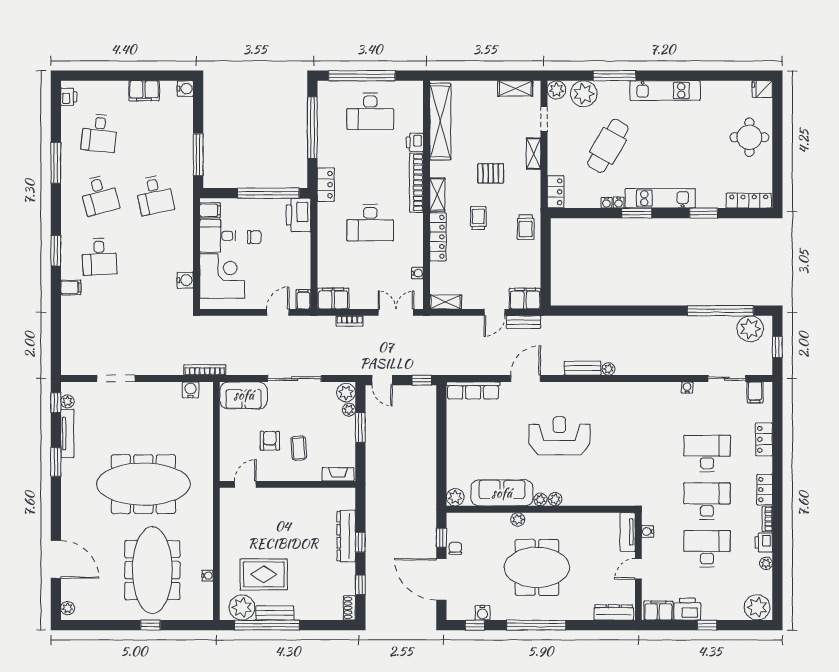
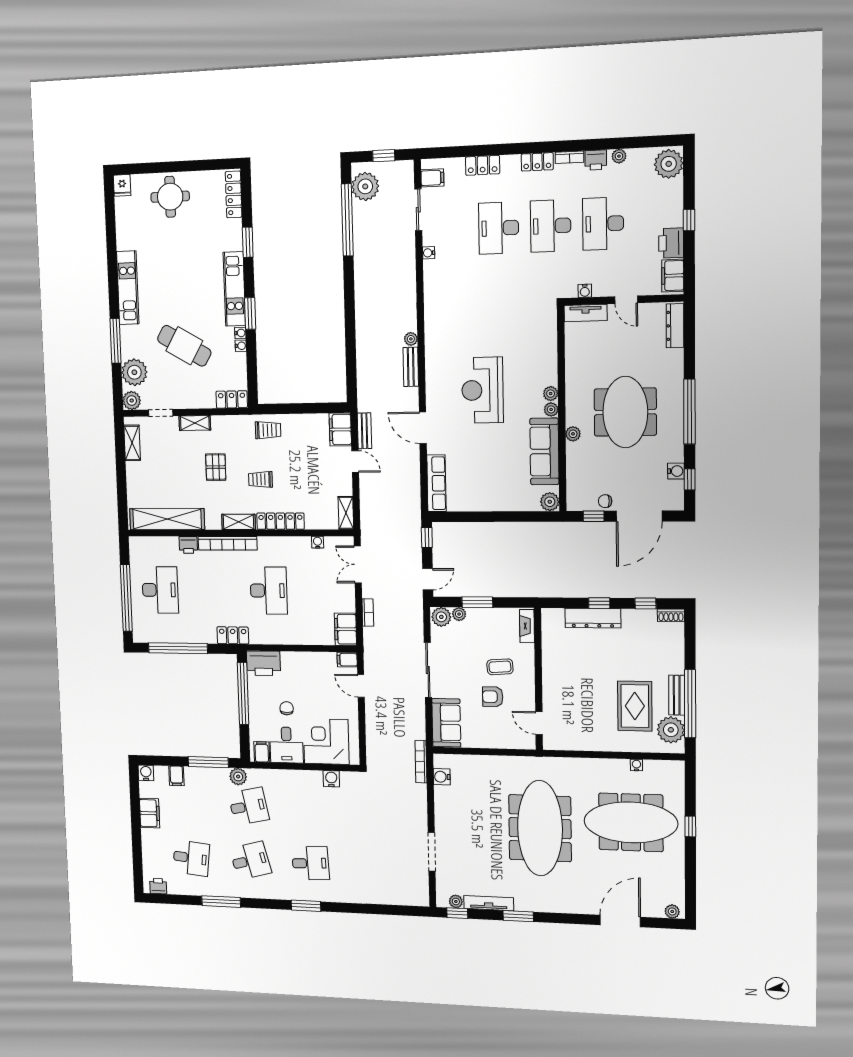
plant: (184, 185) -> (238, 777), added
filing cabinet: (71, 287) -> (176, 776), moved, turned 180

